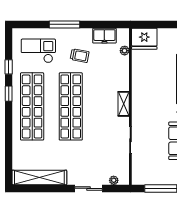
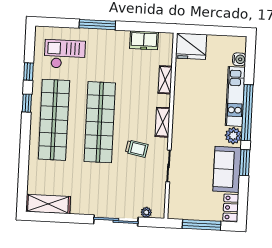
plant: (125, 51) -> (167, 59), removed
trolley: (80, 56) -> (137, 149), moved
shelving: (124, 68) -> (165, 80), added
shelving: (39, 177) -> (48, 204), width x0.68
sliding door: (88, 188) -> (116, 220), width x1.37

